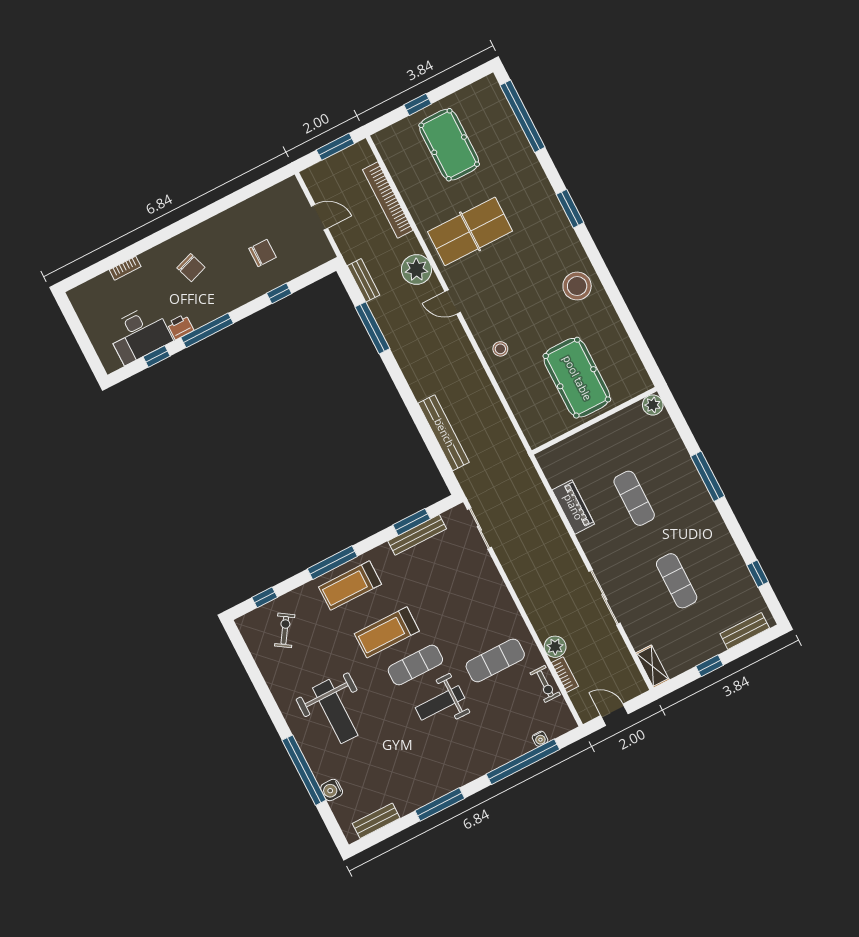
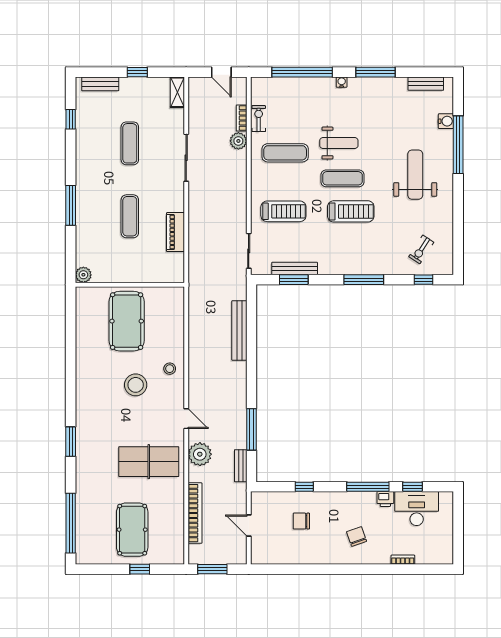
stool: (577, 286) -> (136, 385), moved
treadmill: (350, 586) -> (283, 211), moved
water cooler: (540, 739) -> (342, 82), moved

